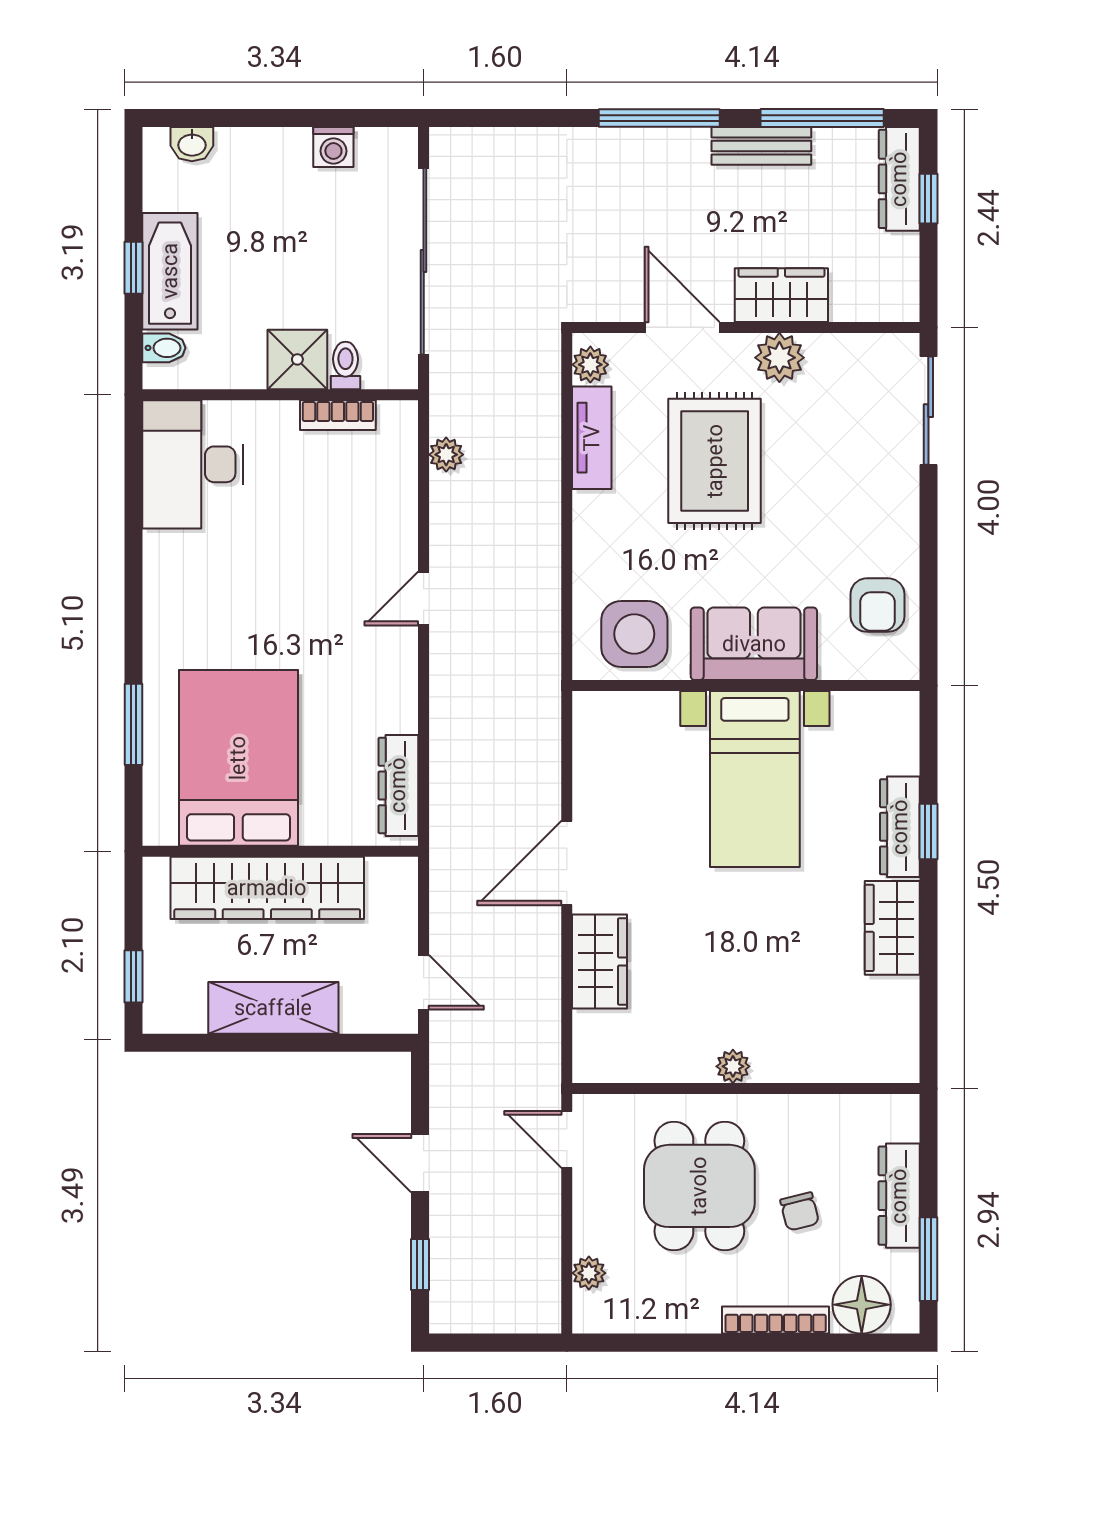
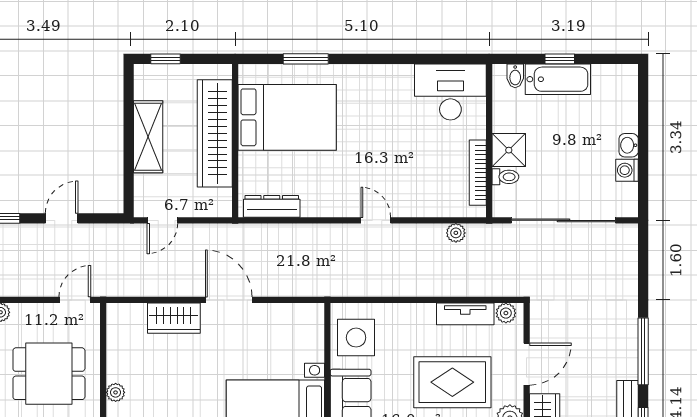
washbasin: (192, 144) -> (629, 145), moved
bookcase: (338, 415) -> (478, 173), width x1.56

